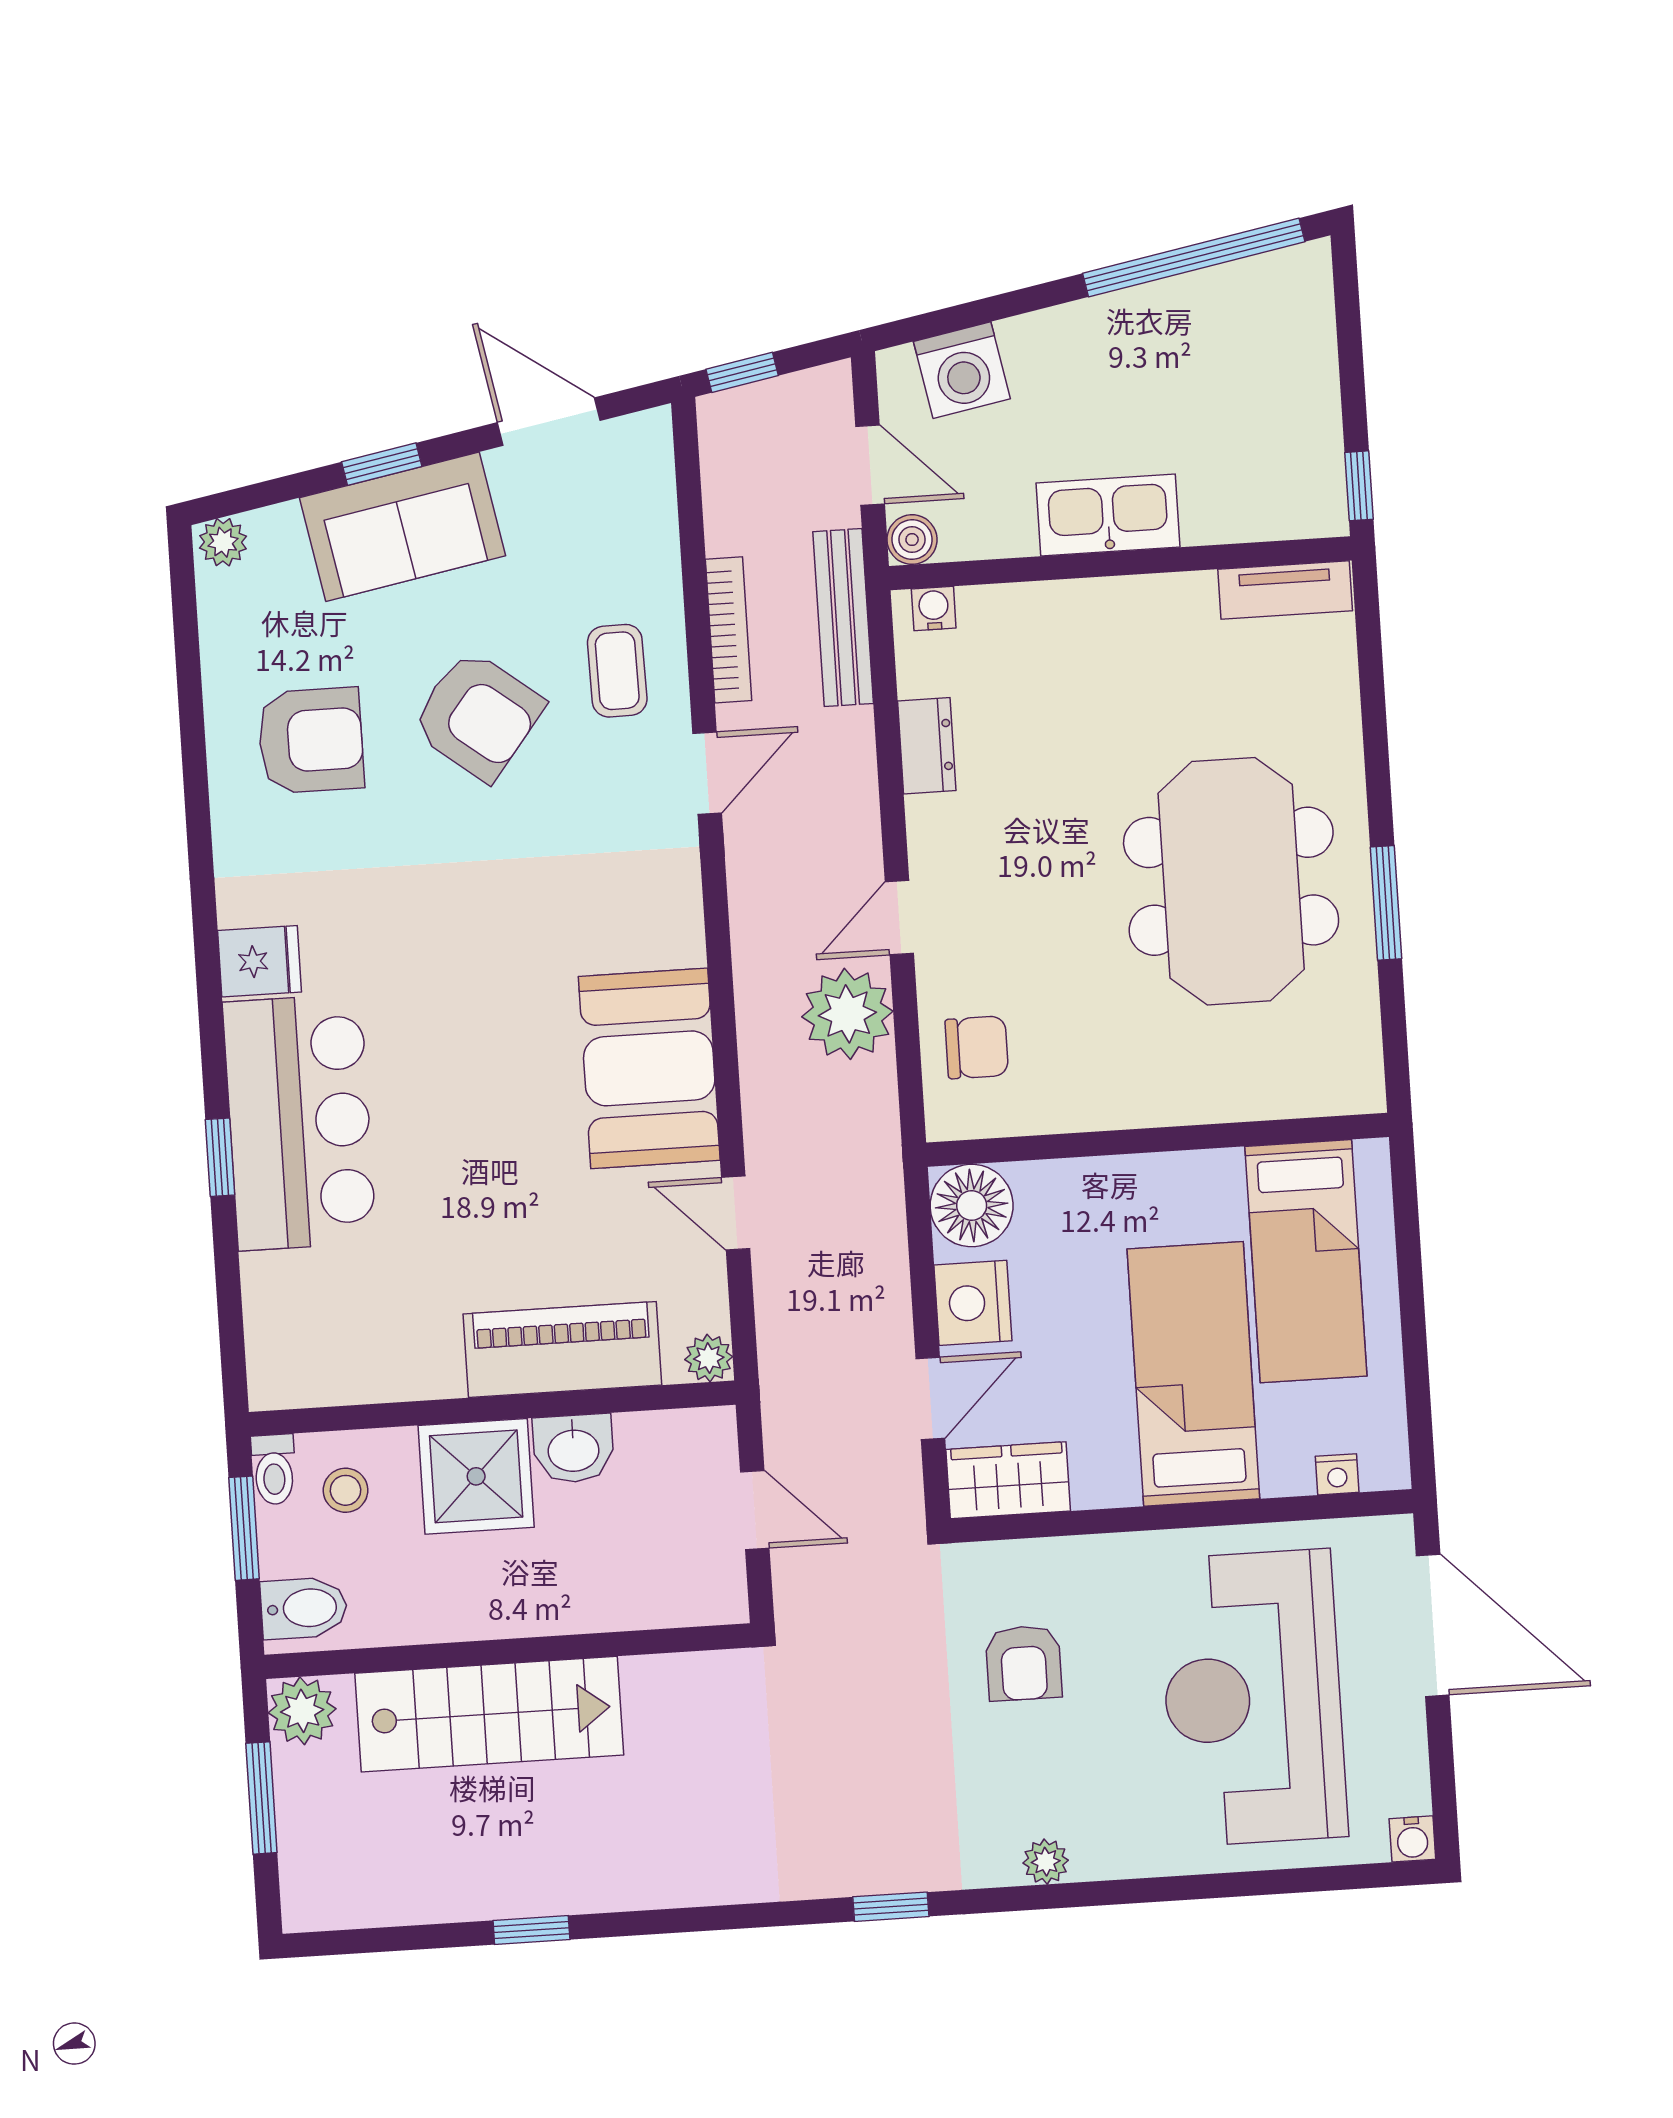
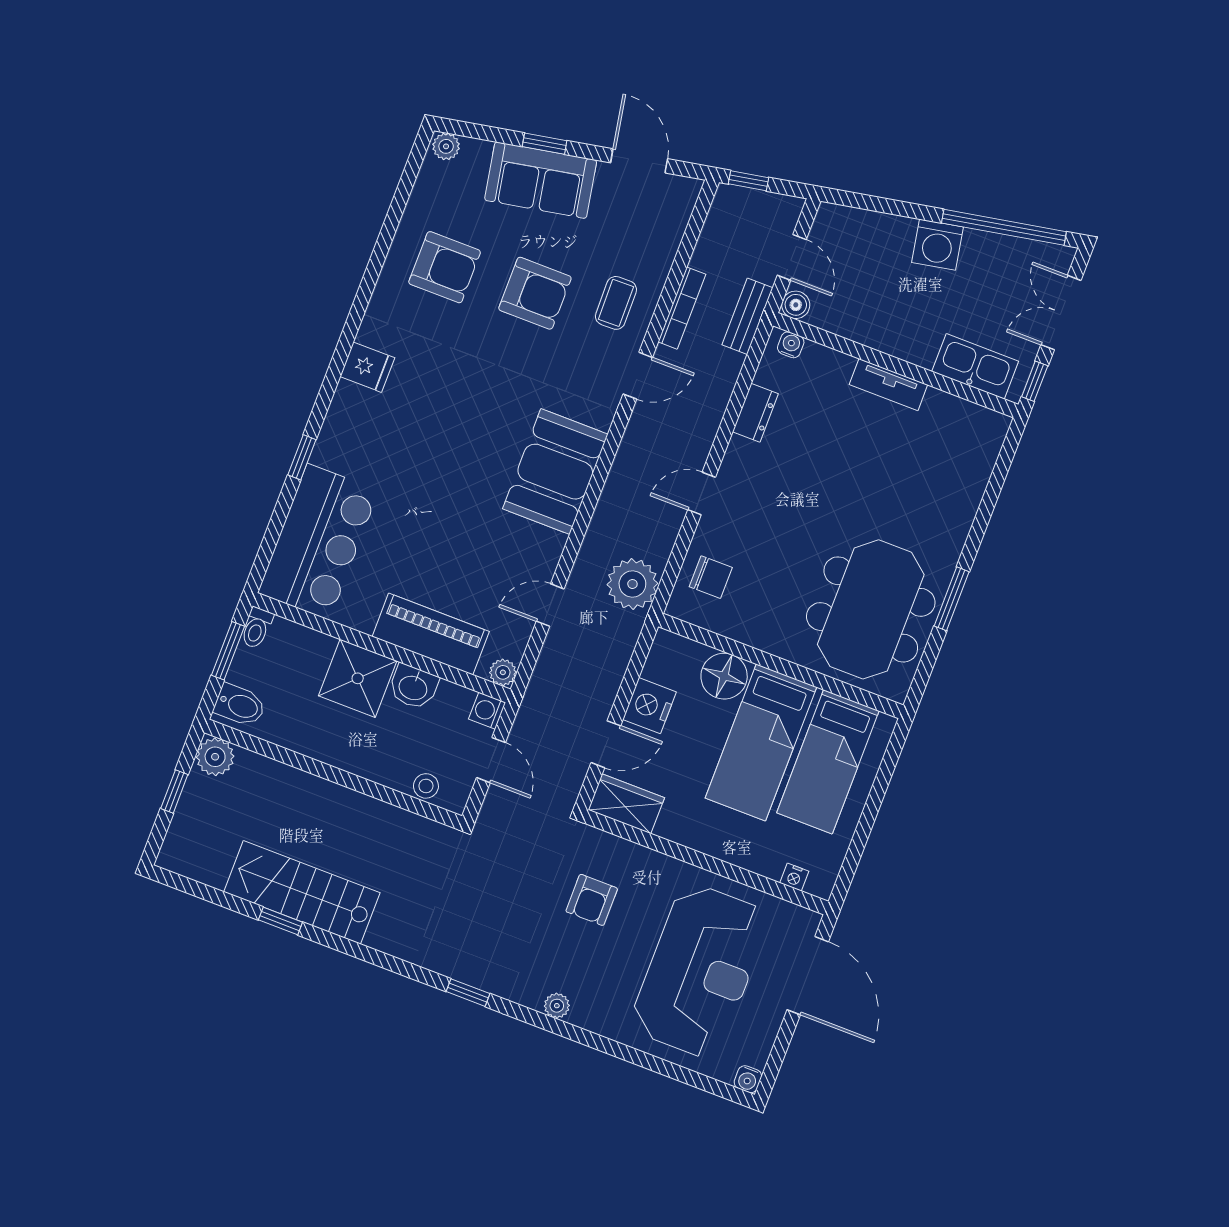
double door: (1350, 354) -> (1061, 313), added
washing machine: (962, 370) -> (938, 245), moved
kitchen sink: (1108, 515) -> (975, 366), moved
tv unit: (1285, 590) -> (888, 385), moved
bench: (843, 618) -> (747, 316), width x0.73
armchair: (478, 715) -> (535, 293), turned -38
meeting table: (1231, 881) -> (871, 609), moved
plant: (847, 1014) -> (632, 584), moved
booth: (649, 1068) -> (555, 472), moved
bar counter: (299, 1122) -> (318, 542), moved
floor lamp: (972, 1205) -> (724, 676), moved
door: (736, 1213) -> (550, 605), hinge flipped
bed: (1193, 1374) -> (761, 742), moved, turned 180
washing machine: (712, 1432) -> (487, 711), added
stool: (346, 1490) -> (426, 786), moved
reception desk: (1253, 1698) -> (700, 971), turned 180
stairs: (489, 1714) -> (302, 892), moved, turned 180
window: (261, 1798) -> (174, 791), width x0.67

